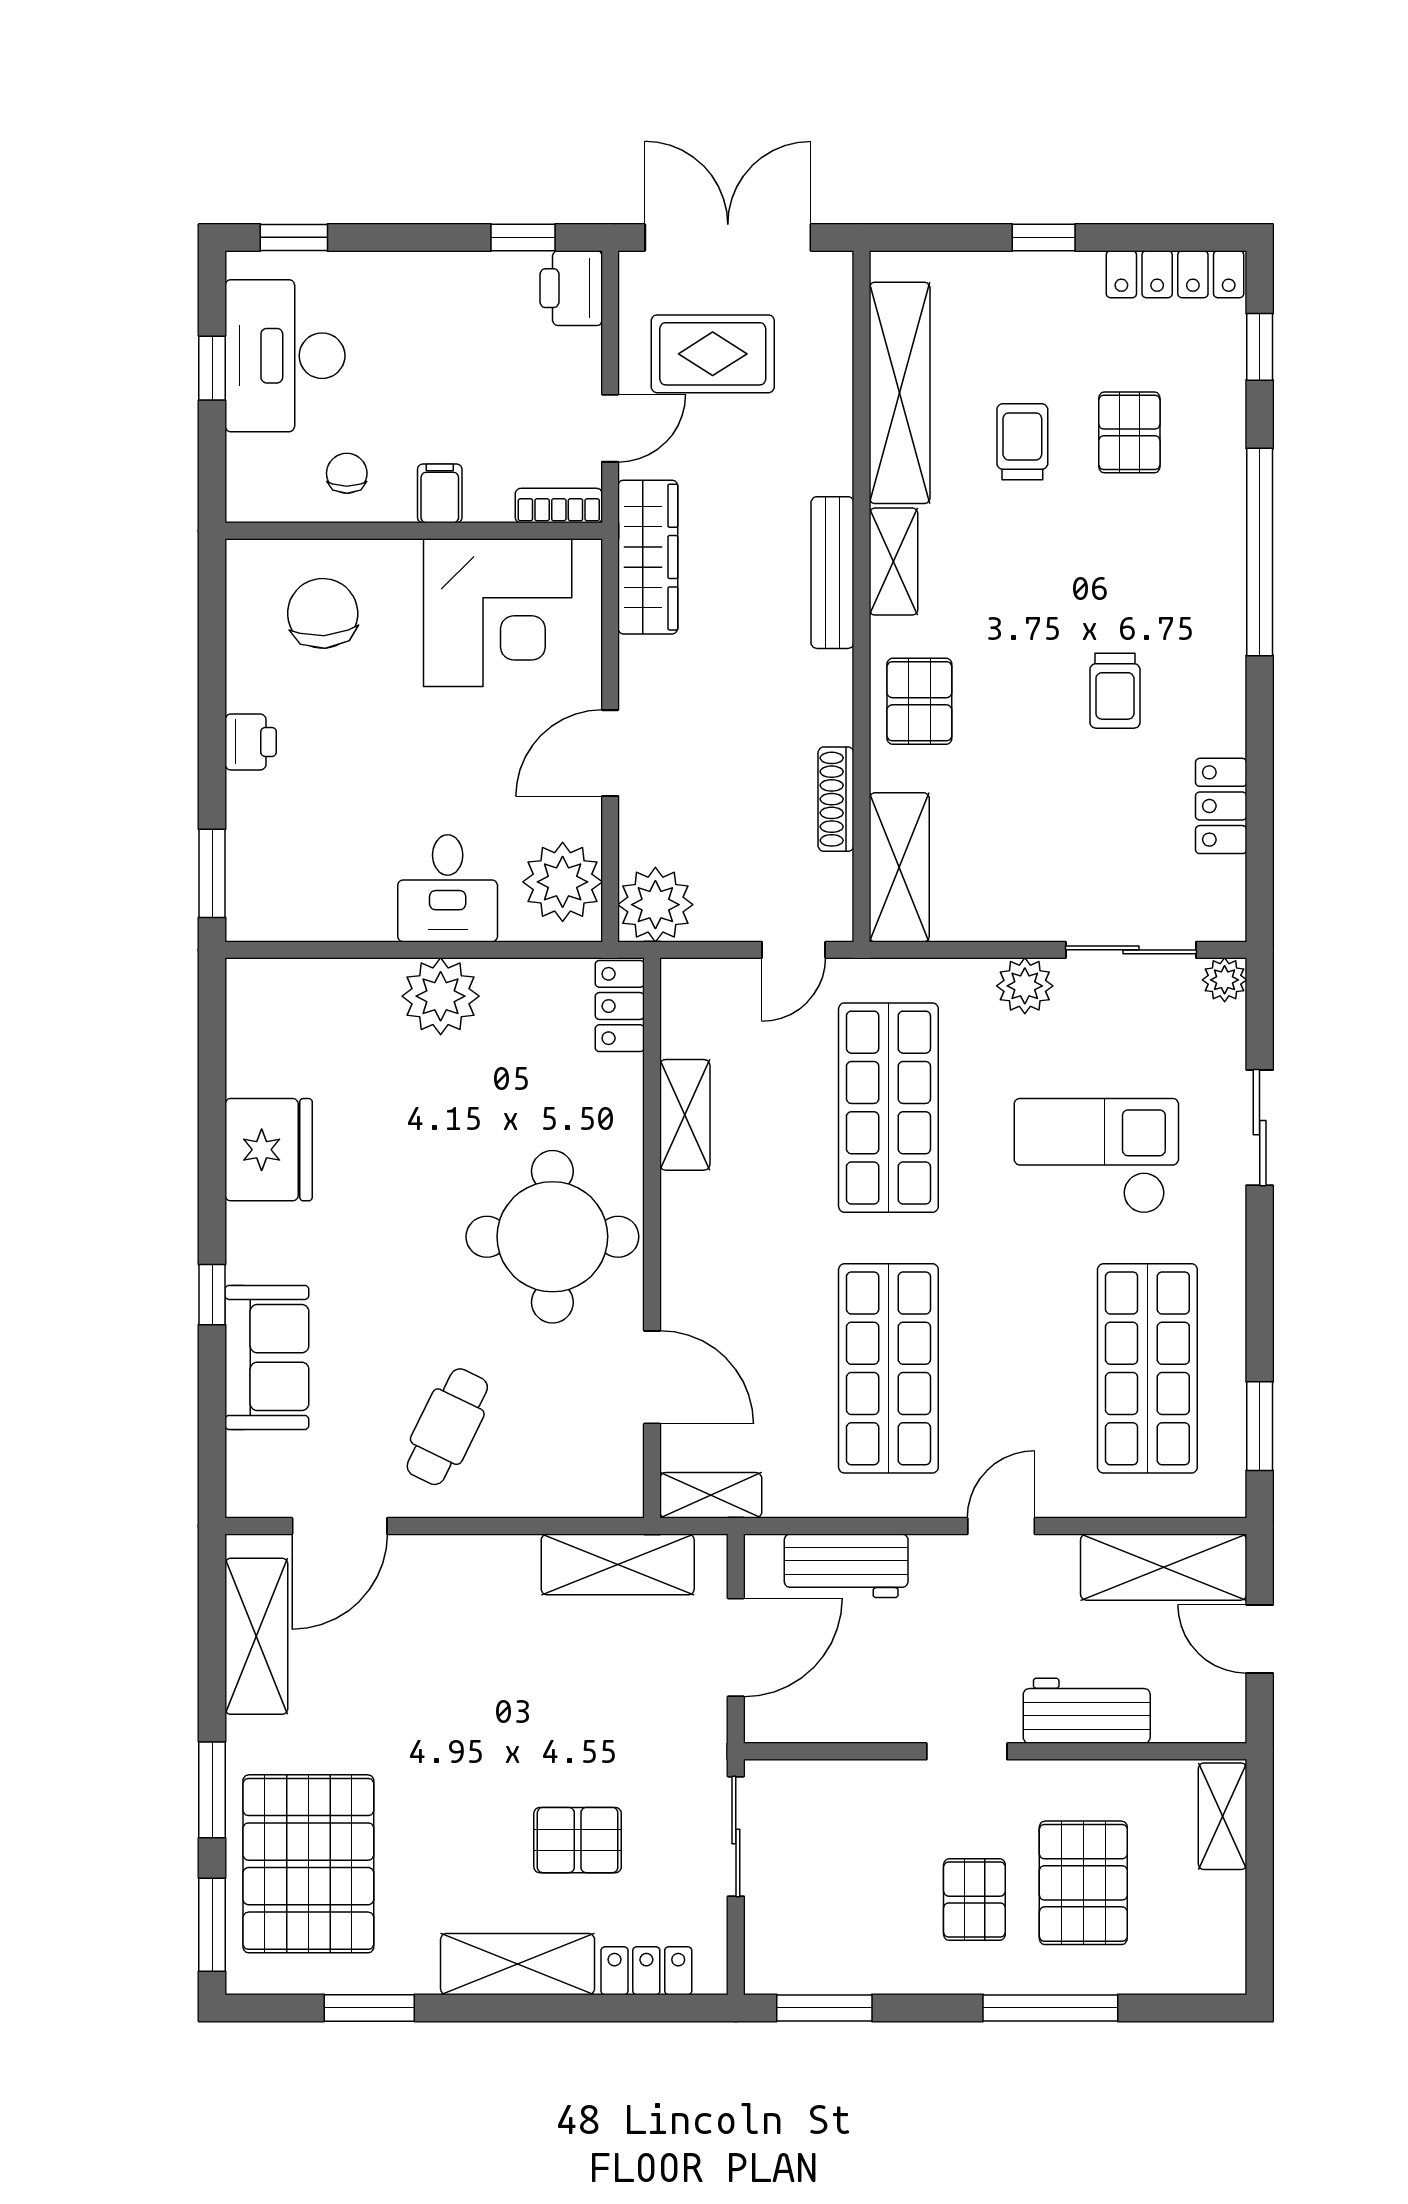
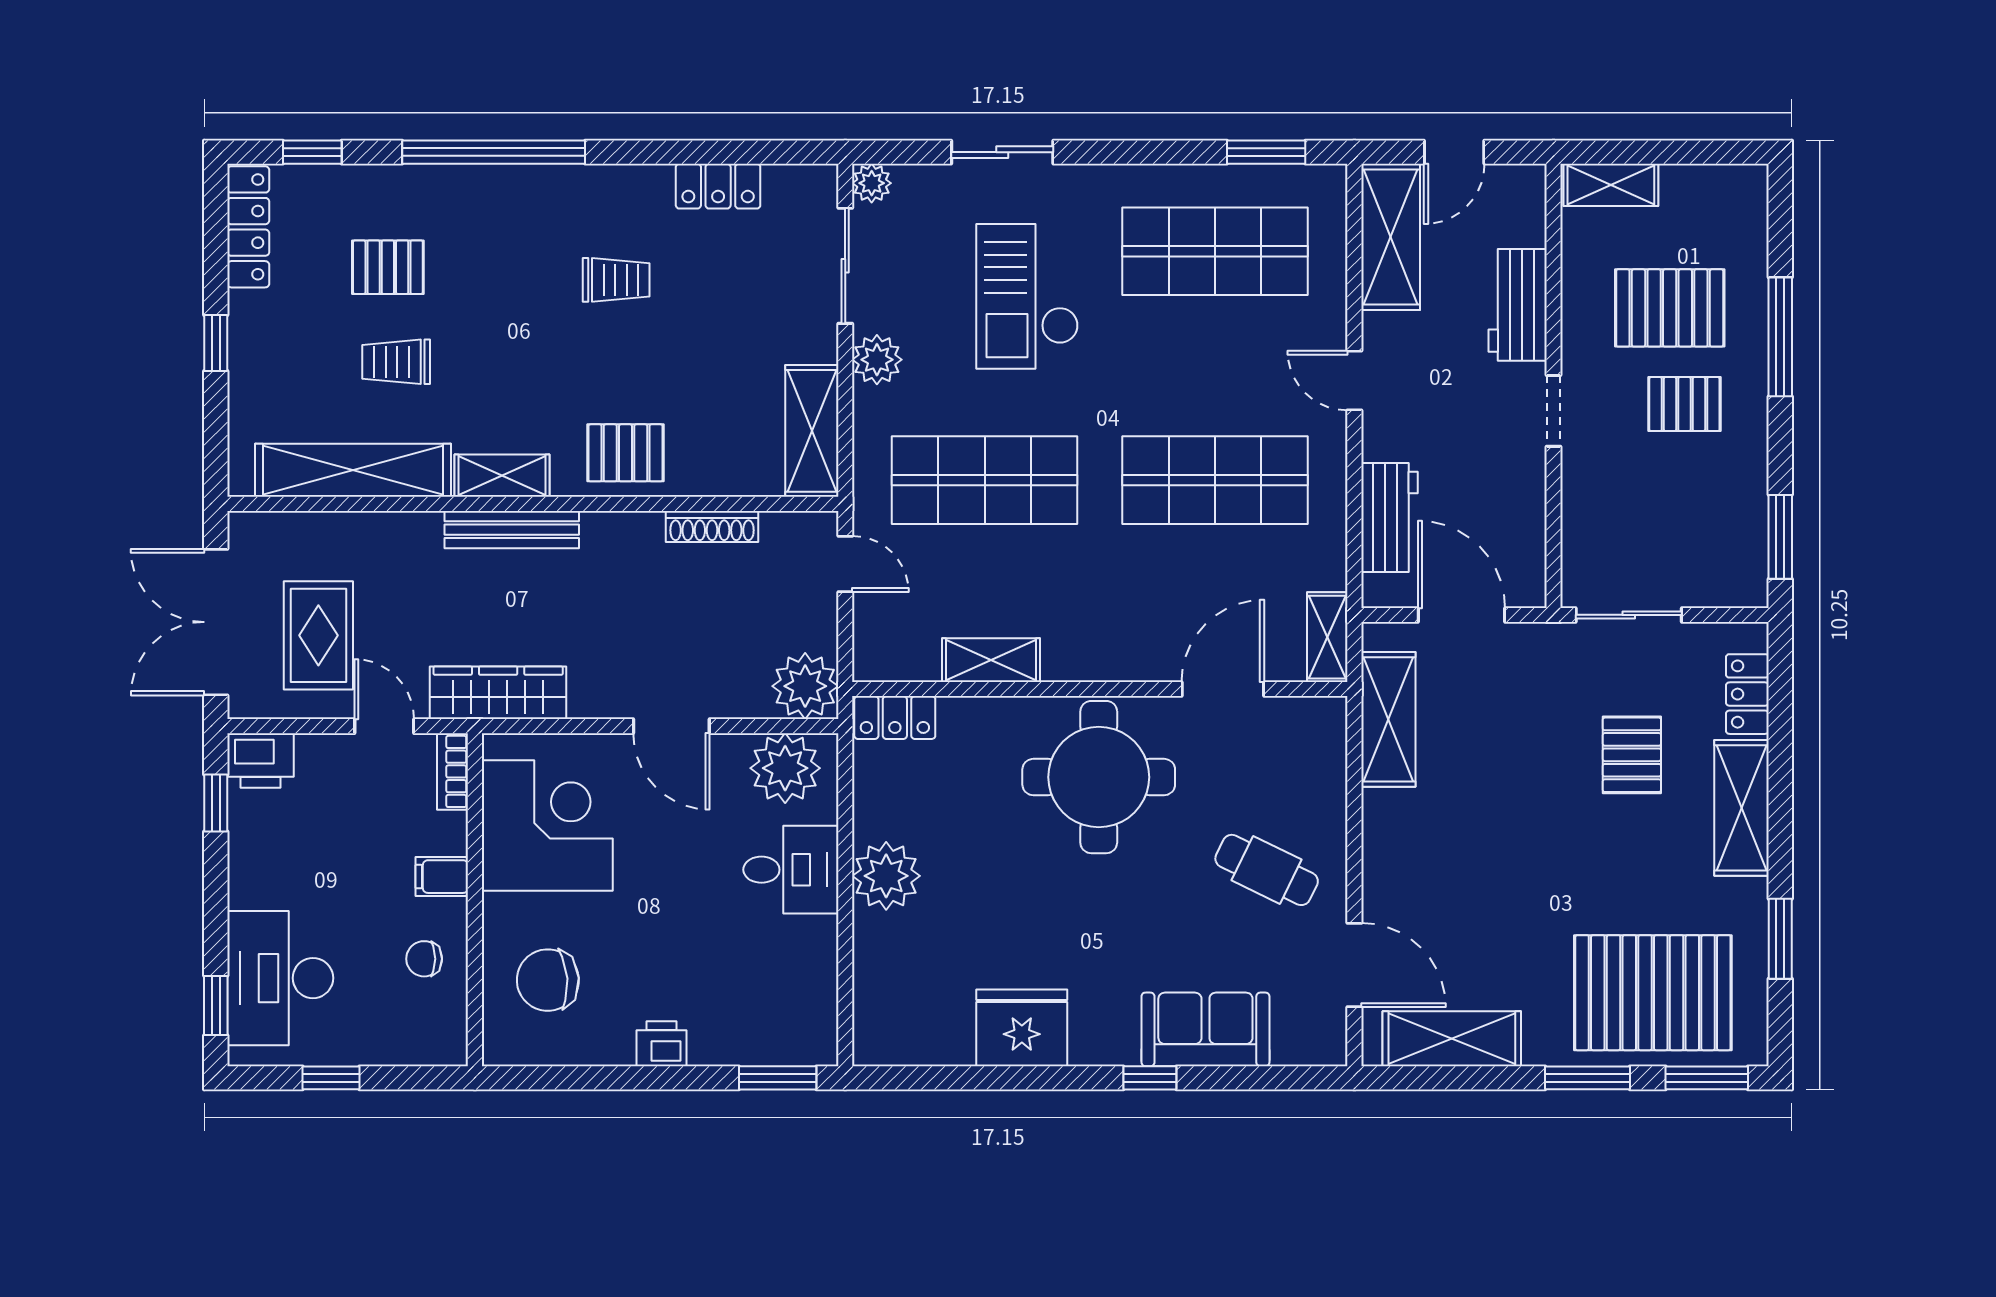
desk: (285, 356) -> (280, 978), moved, turned 90
shelving: (899, 867) -> (812, 431), moved, turned 90

